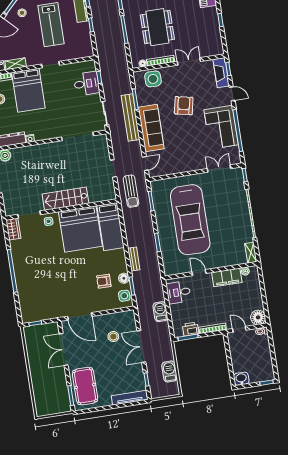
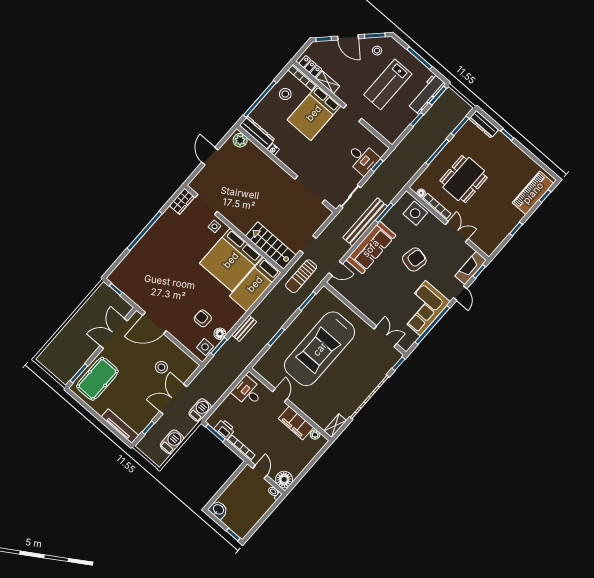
stairs: (65, 199) -> (271, 246), moved
barbecue: (160, 312) -> (200, 410), moved
door: (80, 316) -> (154, 323), hinge flipped

